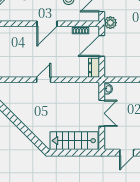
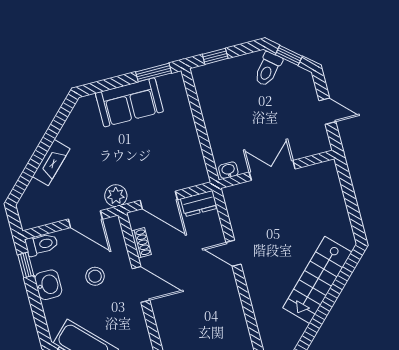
door: (47, 24) -> (141, 284), moved
door: (44, 80) -> (233, 253), moved
stairs: (74, 141) -> (317, 280), moved, turned 45

